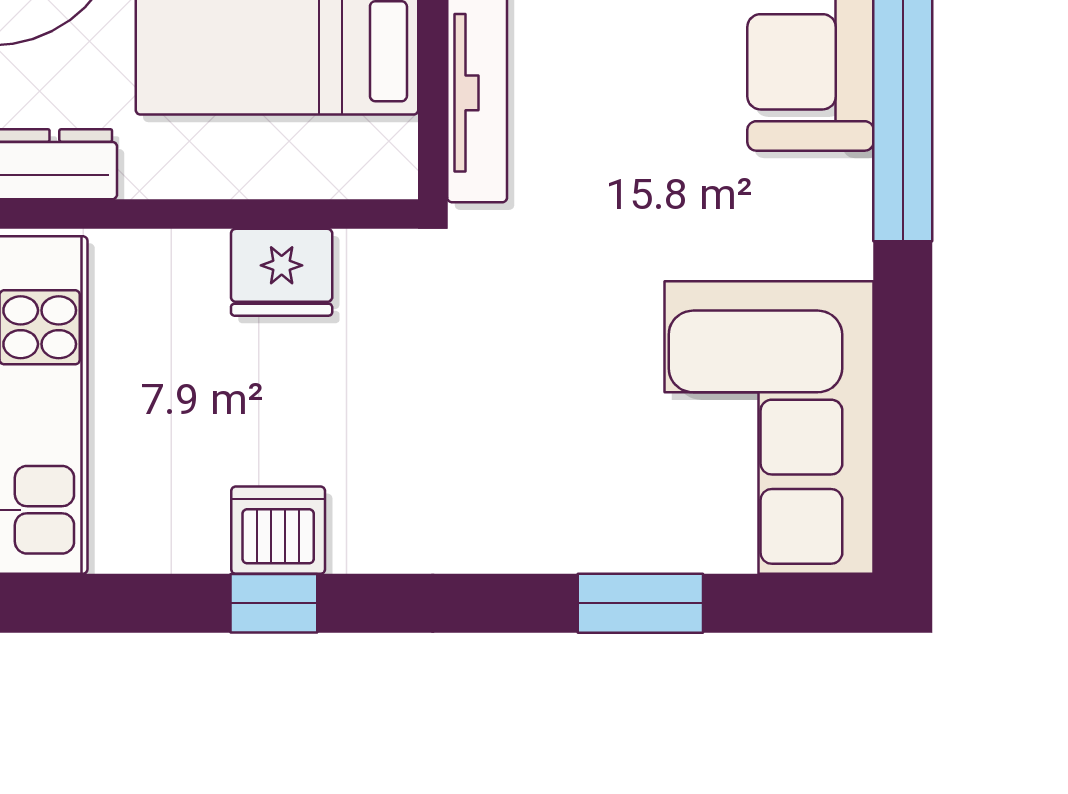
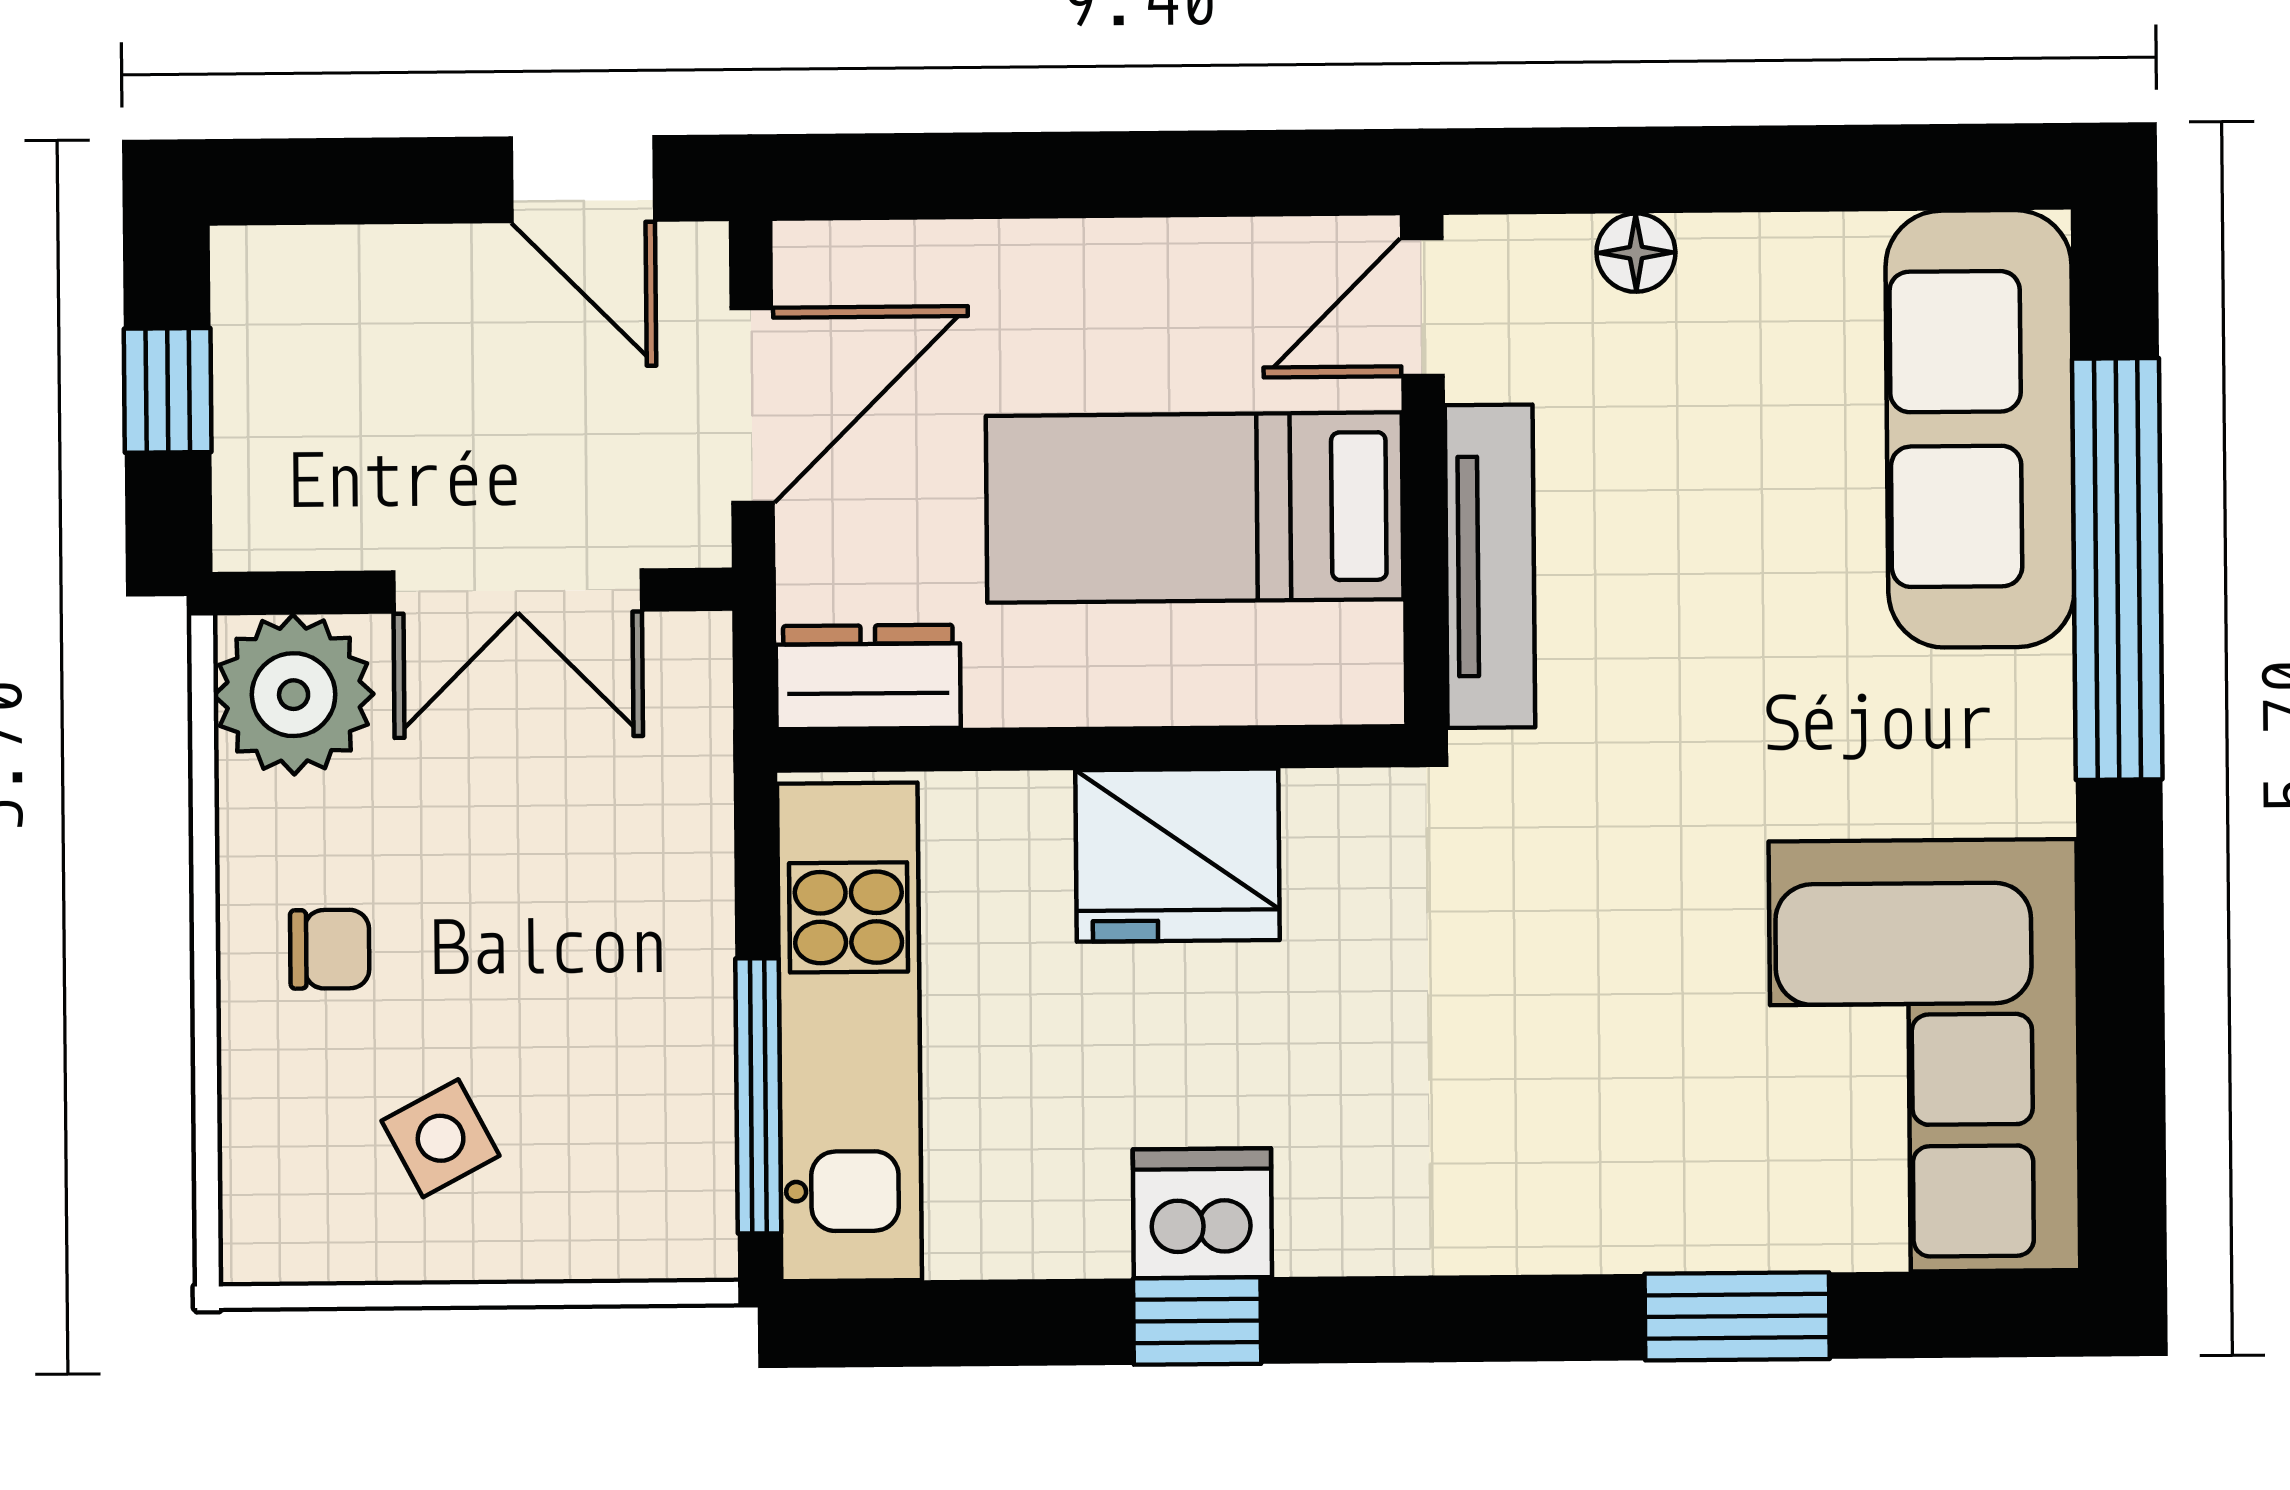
fridge: (282, 272) -> (1177, 855), width x1.36, depth x1.34

